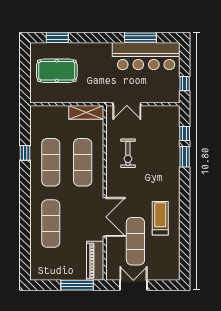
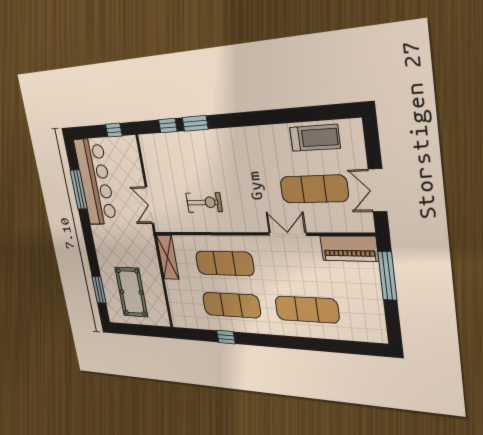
double door: (127, 104) -> (150, 205), swing flipped
double door: (105, 217) -> (287, 234), width x0.73
treadmill: (160, 218) -> (315, 138), moved, turned 180

